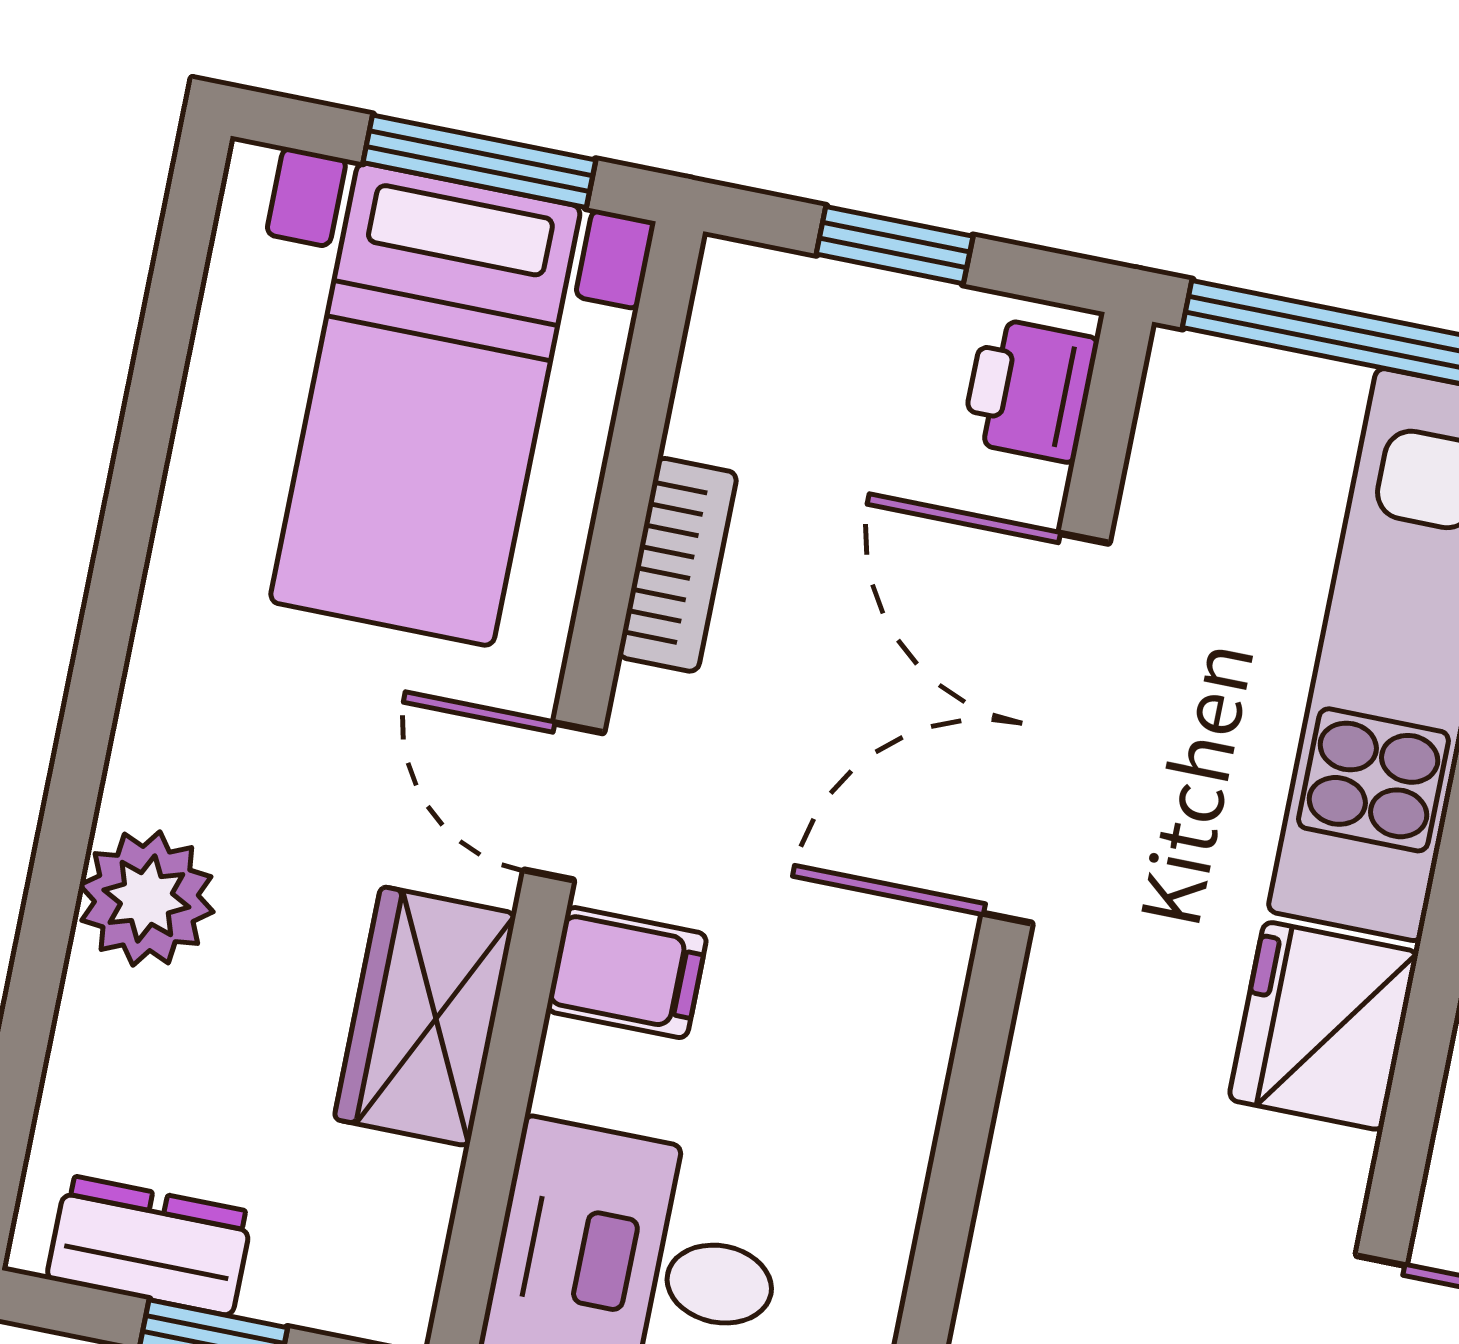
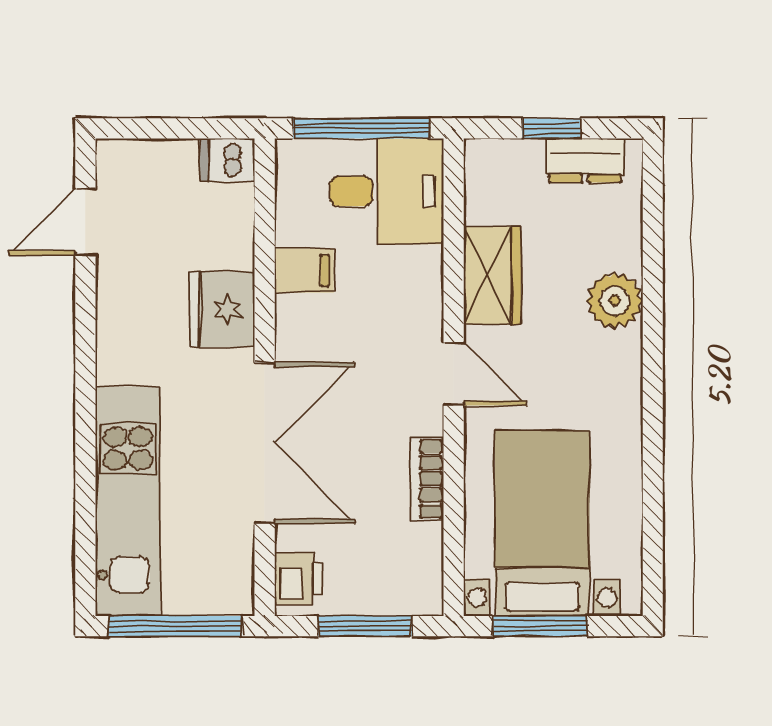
window: (895, 245) -> (365, 626), width x1.50
filing cabinet: (627, 973) -> (304, 271), moved, turned 180
fridge: (1323, 1026) -> (222, 309), moved, turned 180

